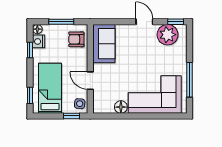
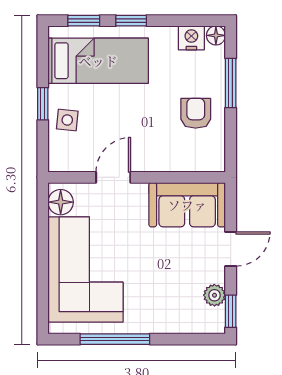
plant: (168, 35) -> (214, 295), width x0.53, depth x0.53
sofa: (104, 44) -> (187, 205), moved
window: (30, 50) -> (131, 21), moved
wall: (90, 69) -> (137, 177), moved
door: (90, 81) -> (113, 177), moved

